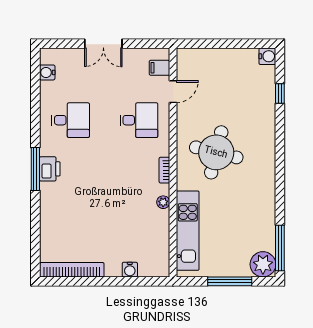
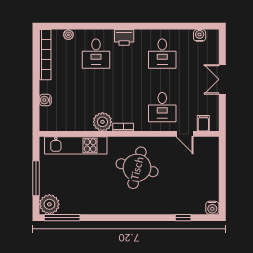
window: (35, 169) -> (124, 26), removed
plant: (163, 202) -> (102, 122), width x1.88, depth x1.88
desk: (70, 205) -> (96, 54), added
plant: (46, 240) -> (68, 35), added

